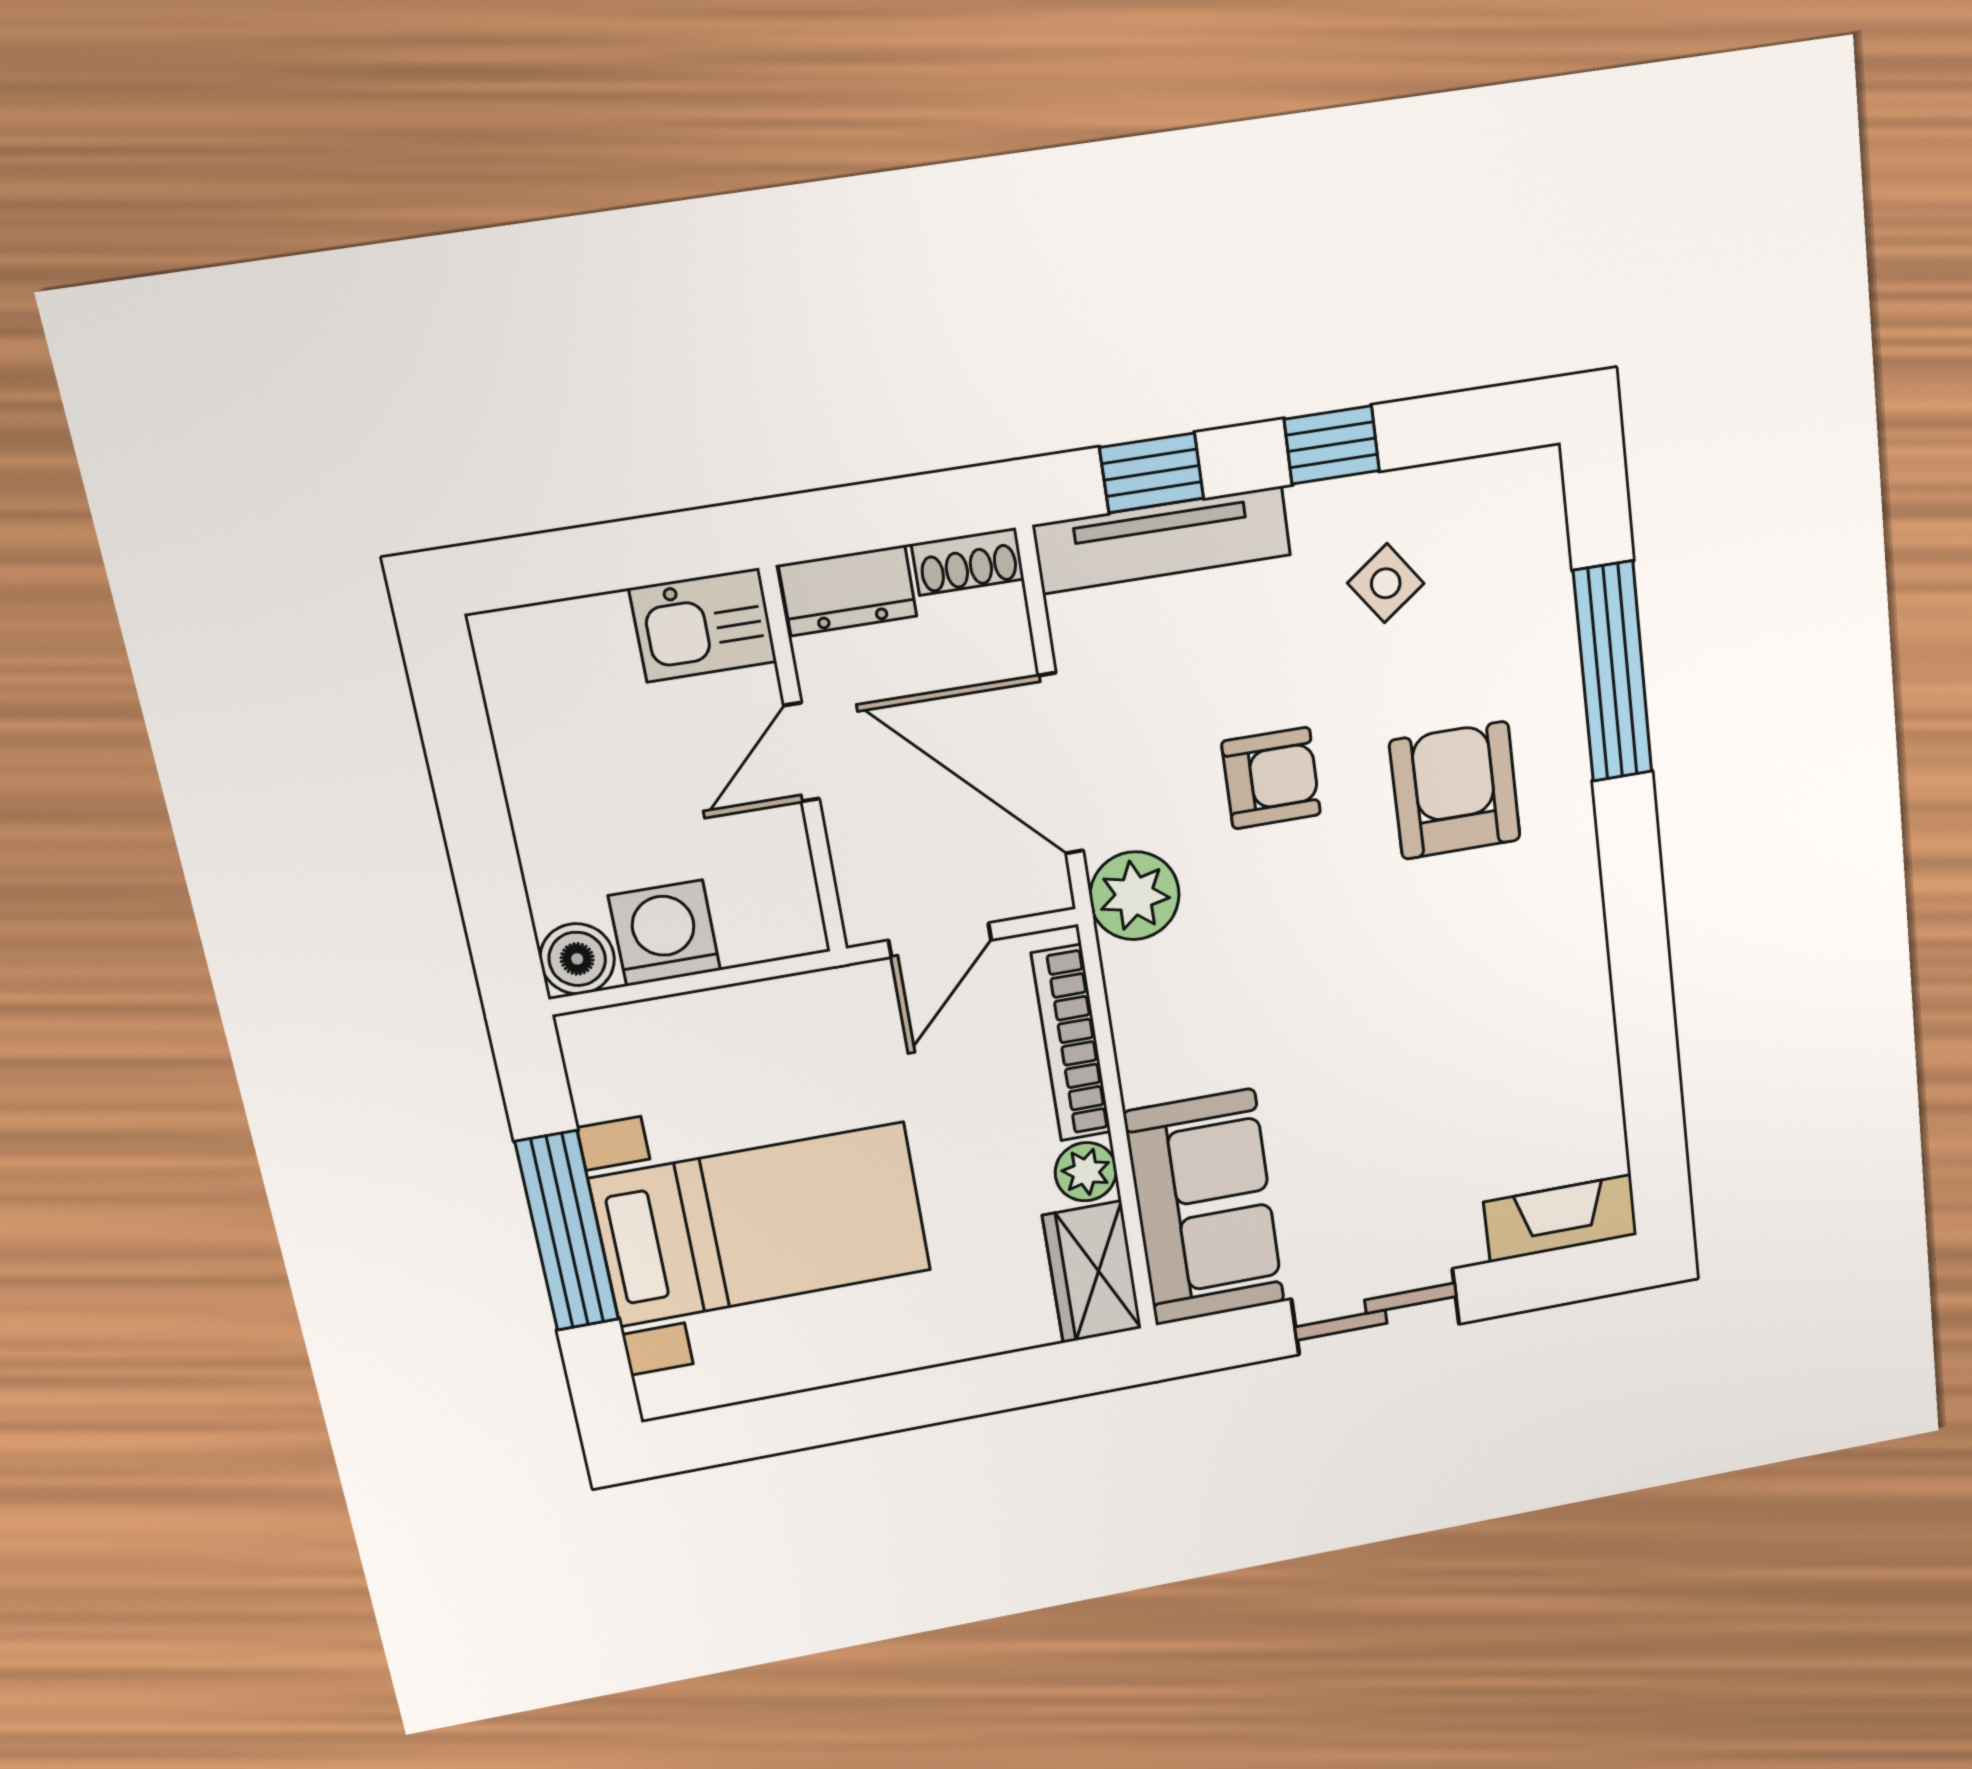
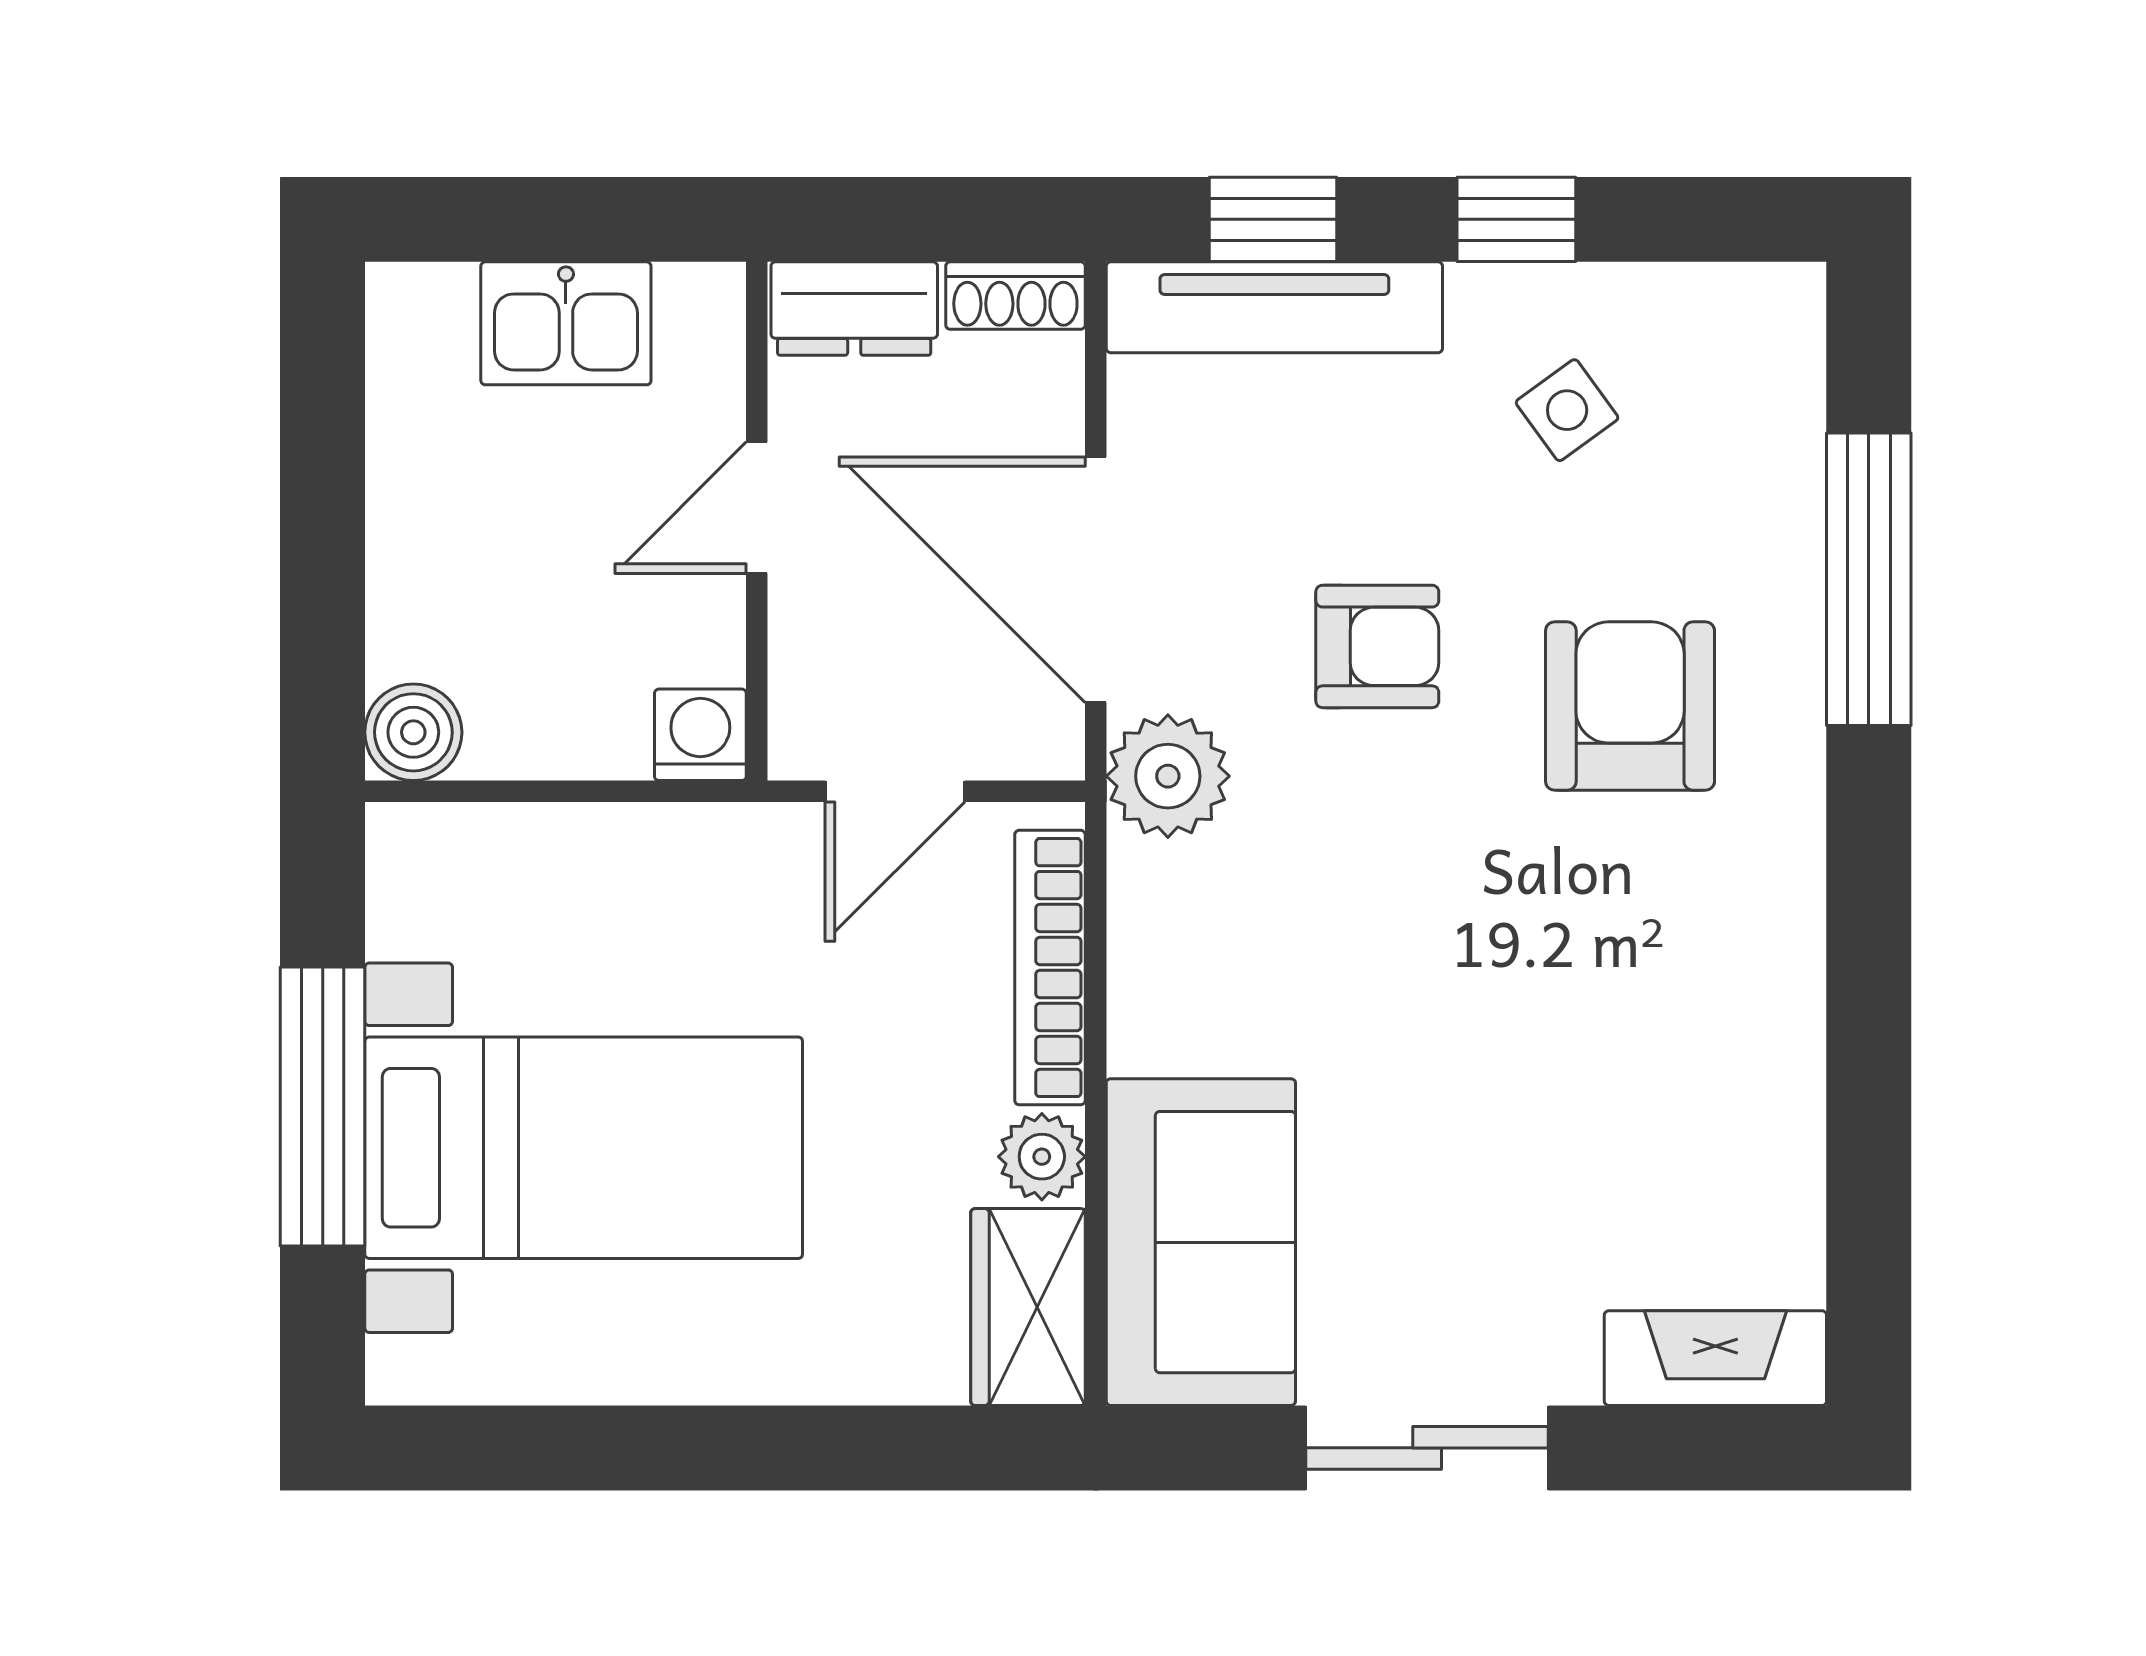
kitchen sink: (703, 625) -> (566, 323), moved
washing machine: (665, 933) -> (700, 735), moved, width x0.73, depth x0.73

